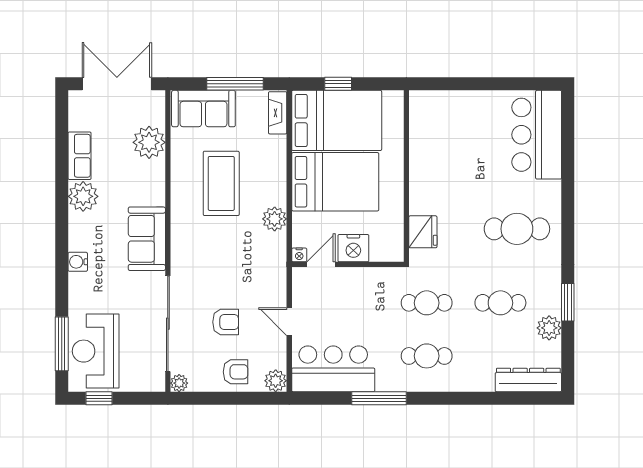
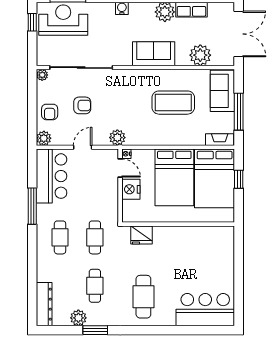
plant: (275, 219) -> (117, 138), moved
sofa: (147, 239) -> (154, 54), moved
armchair: (226, 322) -> (82, 105), turned -90

